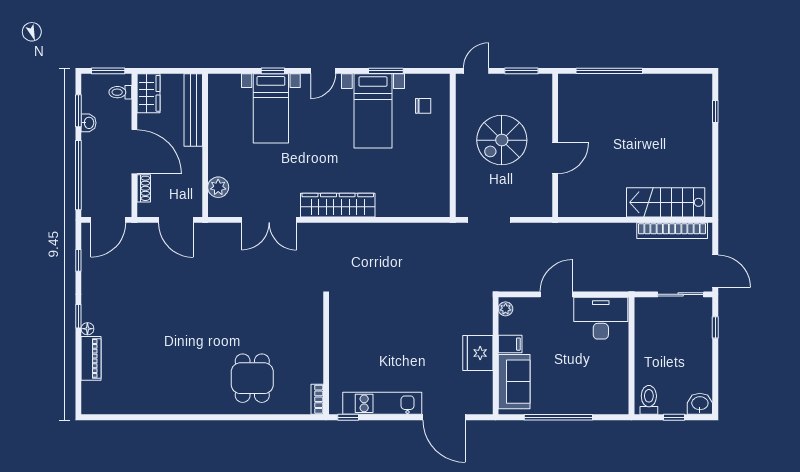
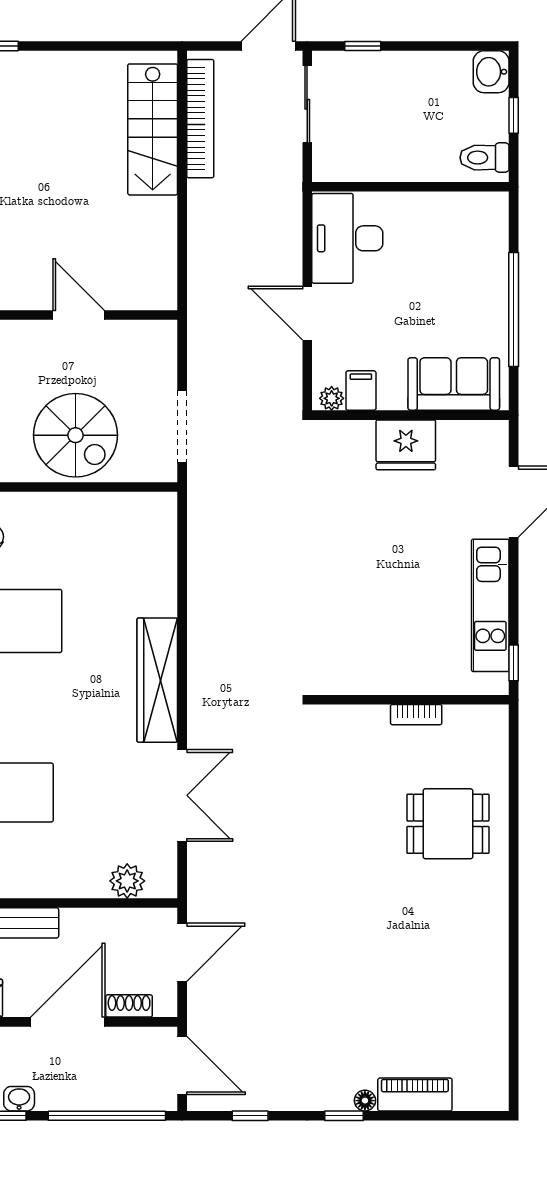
spiral stairs: (502, 140) -> (76, 435), moved
filing cabinet: (510, 344) -> (361, 391), moved
bookcase: (317, 399) -> (416, 715), moved

